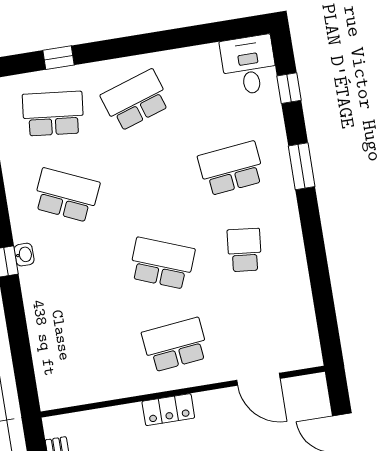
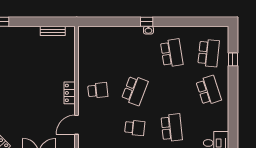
school desk: (66, 195) -> (172, 53), turned -33
school desk: (175, 345) -> (98, 90), width x0.54
locker: (168, 410) -> (70, 93), moved

